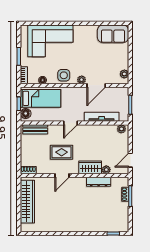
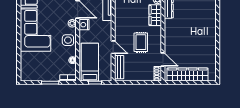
corner sofa: (50, 41) -> (35, 30), moved
nightstand: (80, 92) -> (84, 25), added
floor lamp: (26, 113) -> (104, 76), removed
door: (71, 123) -> (113, 47), moved
door: (62, 176) -> (163, 60), moved

